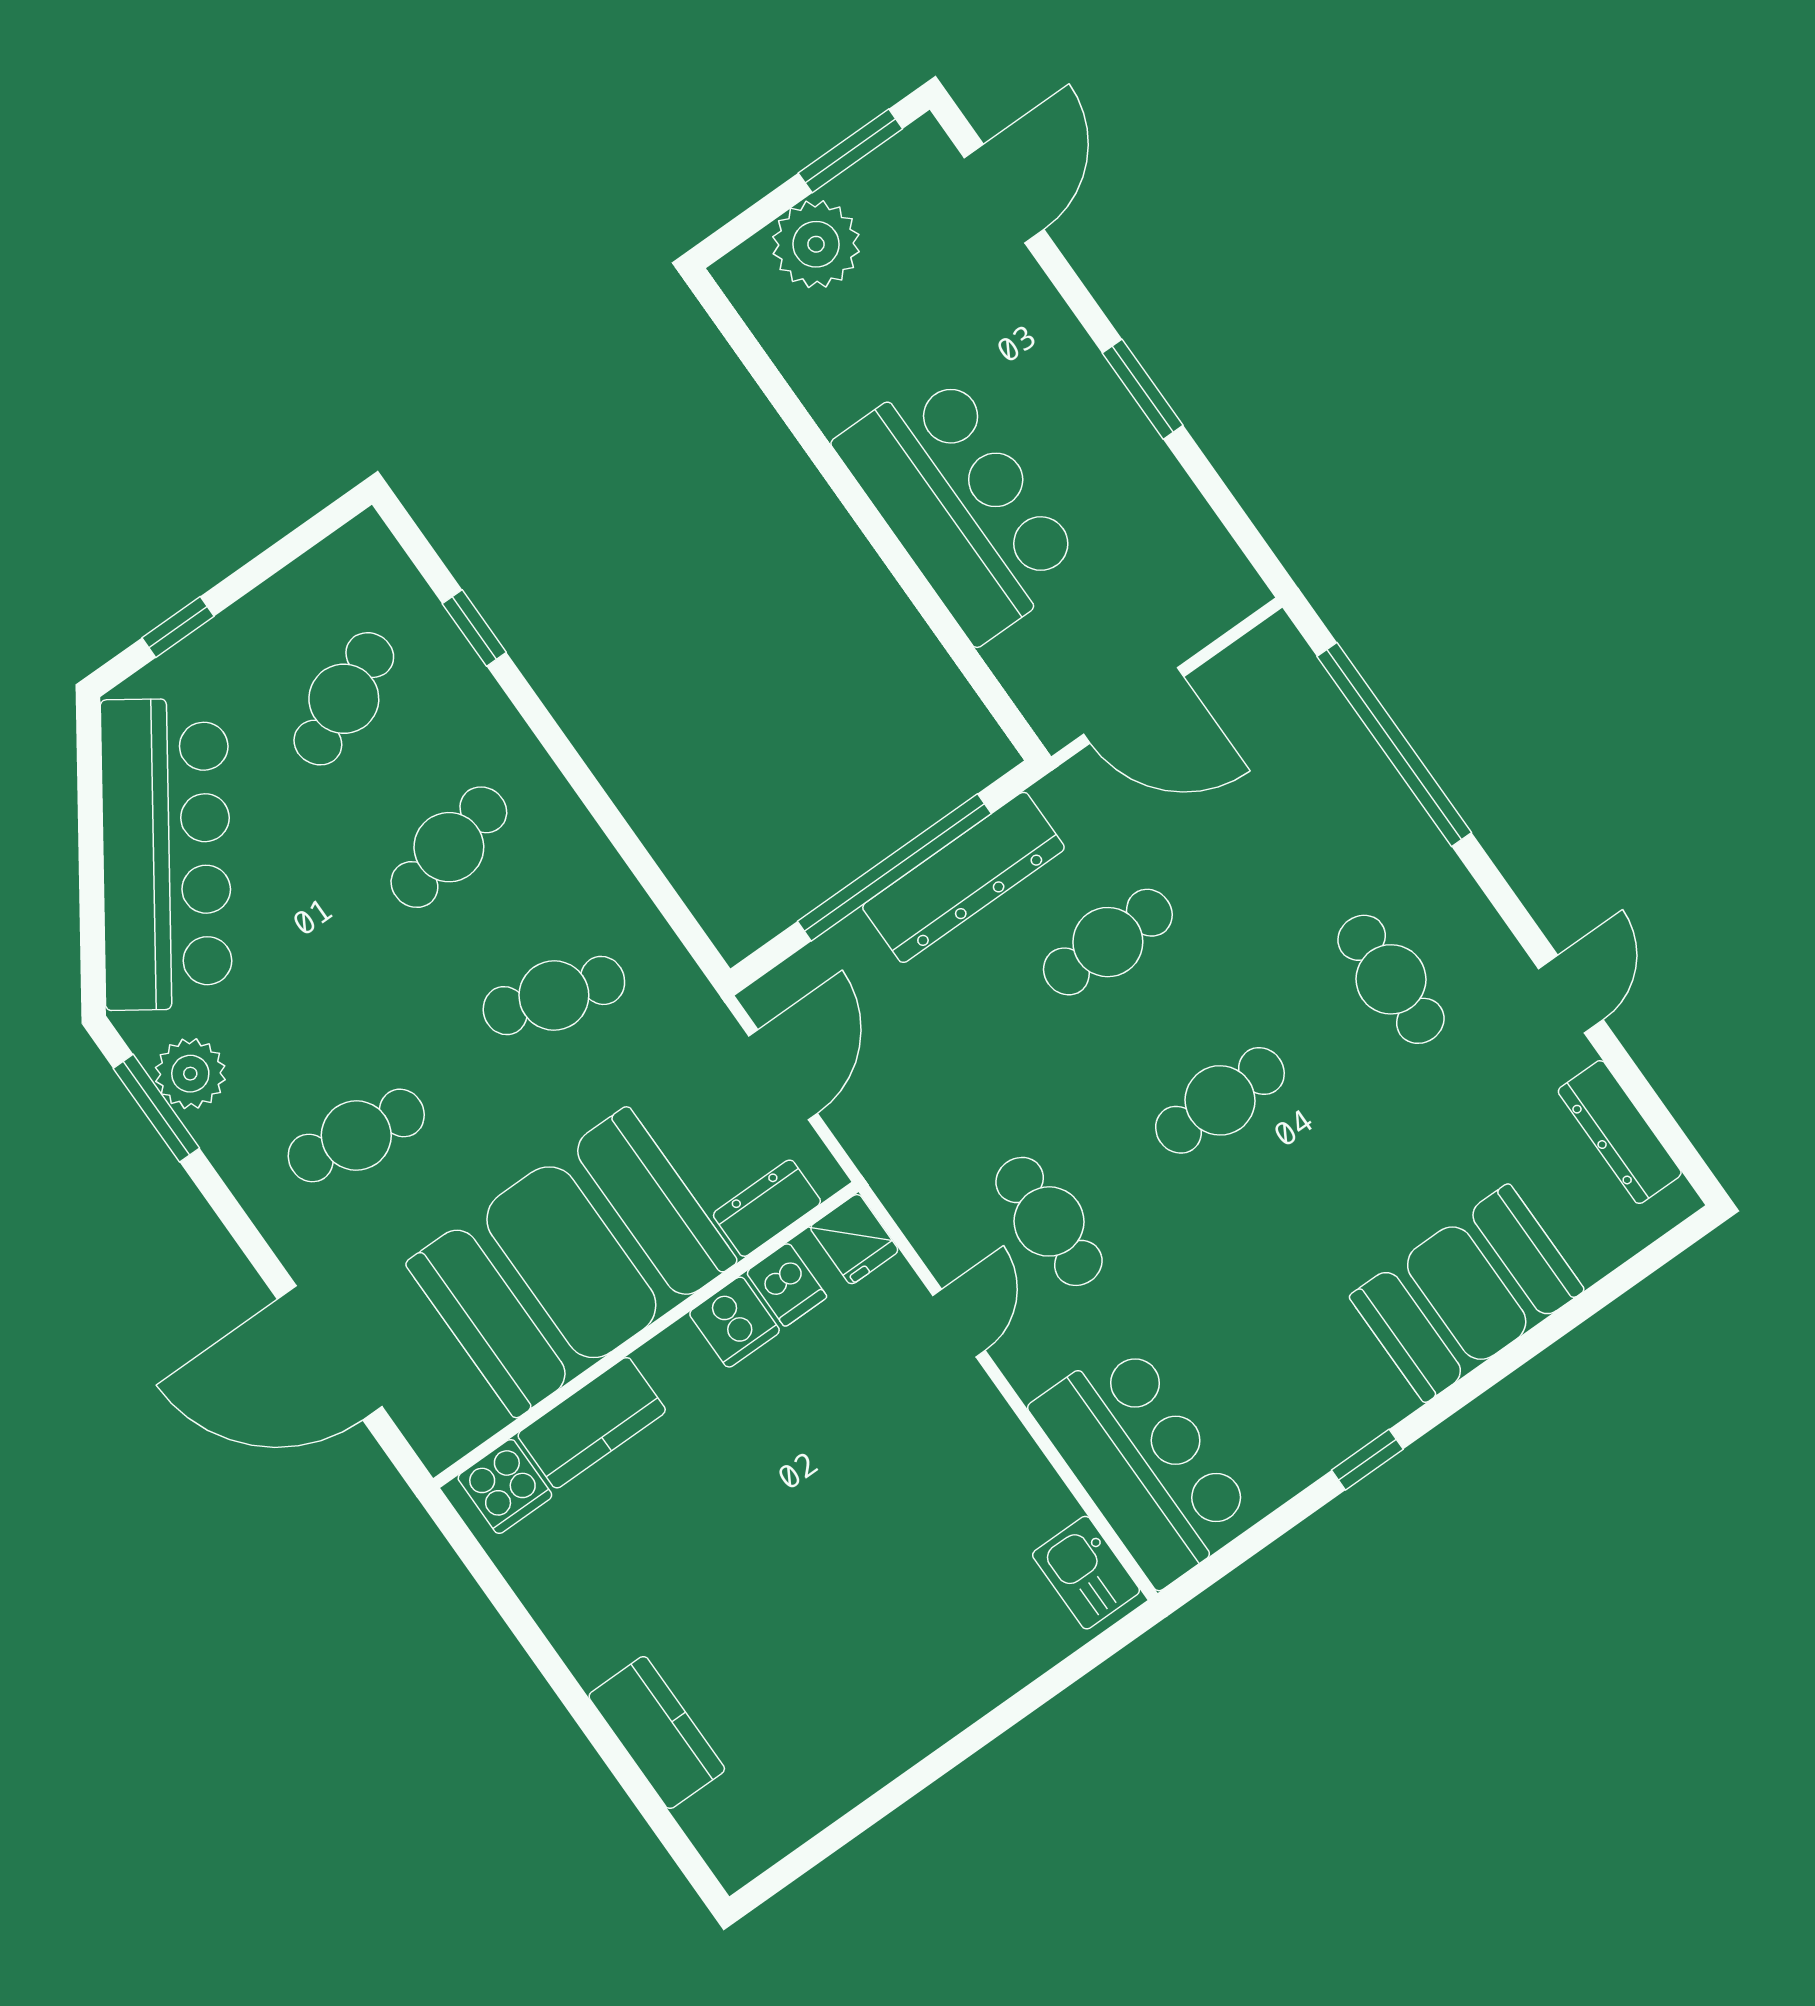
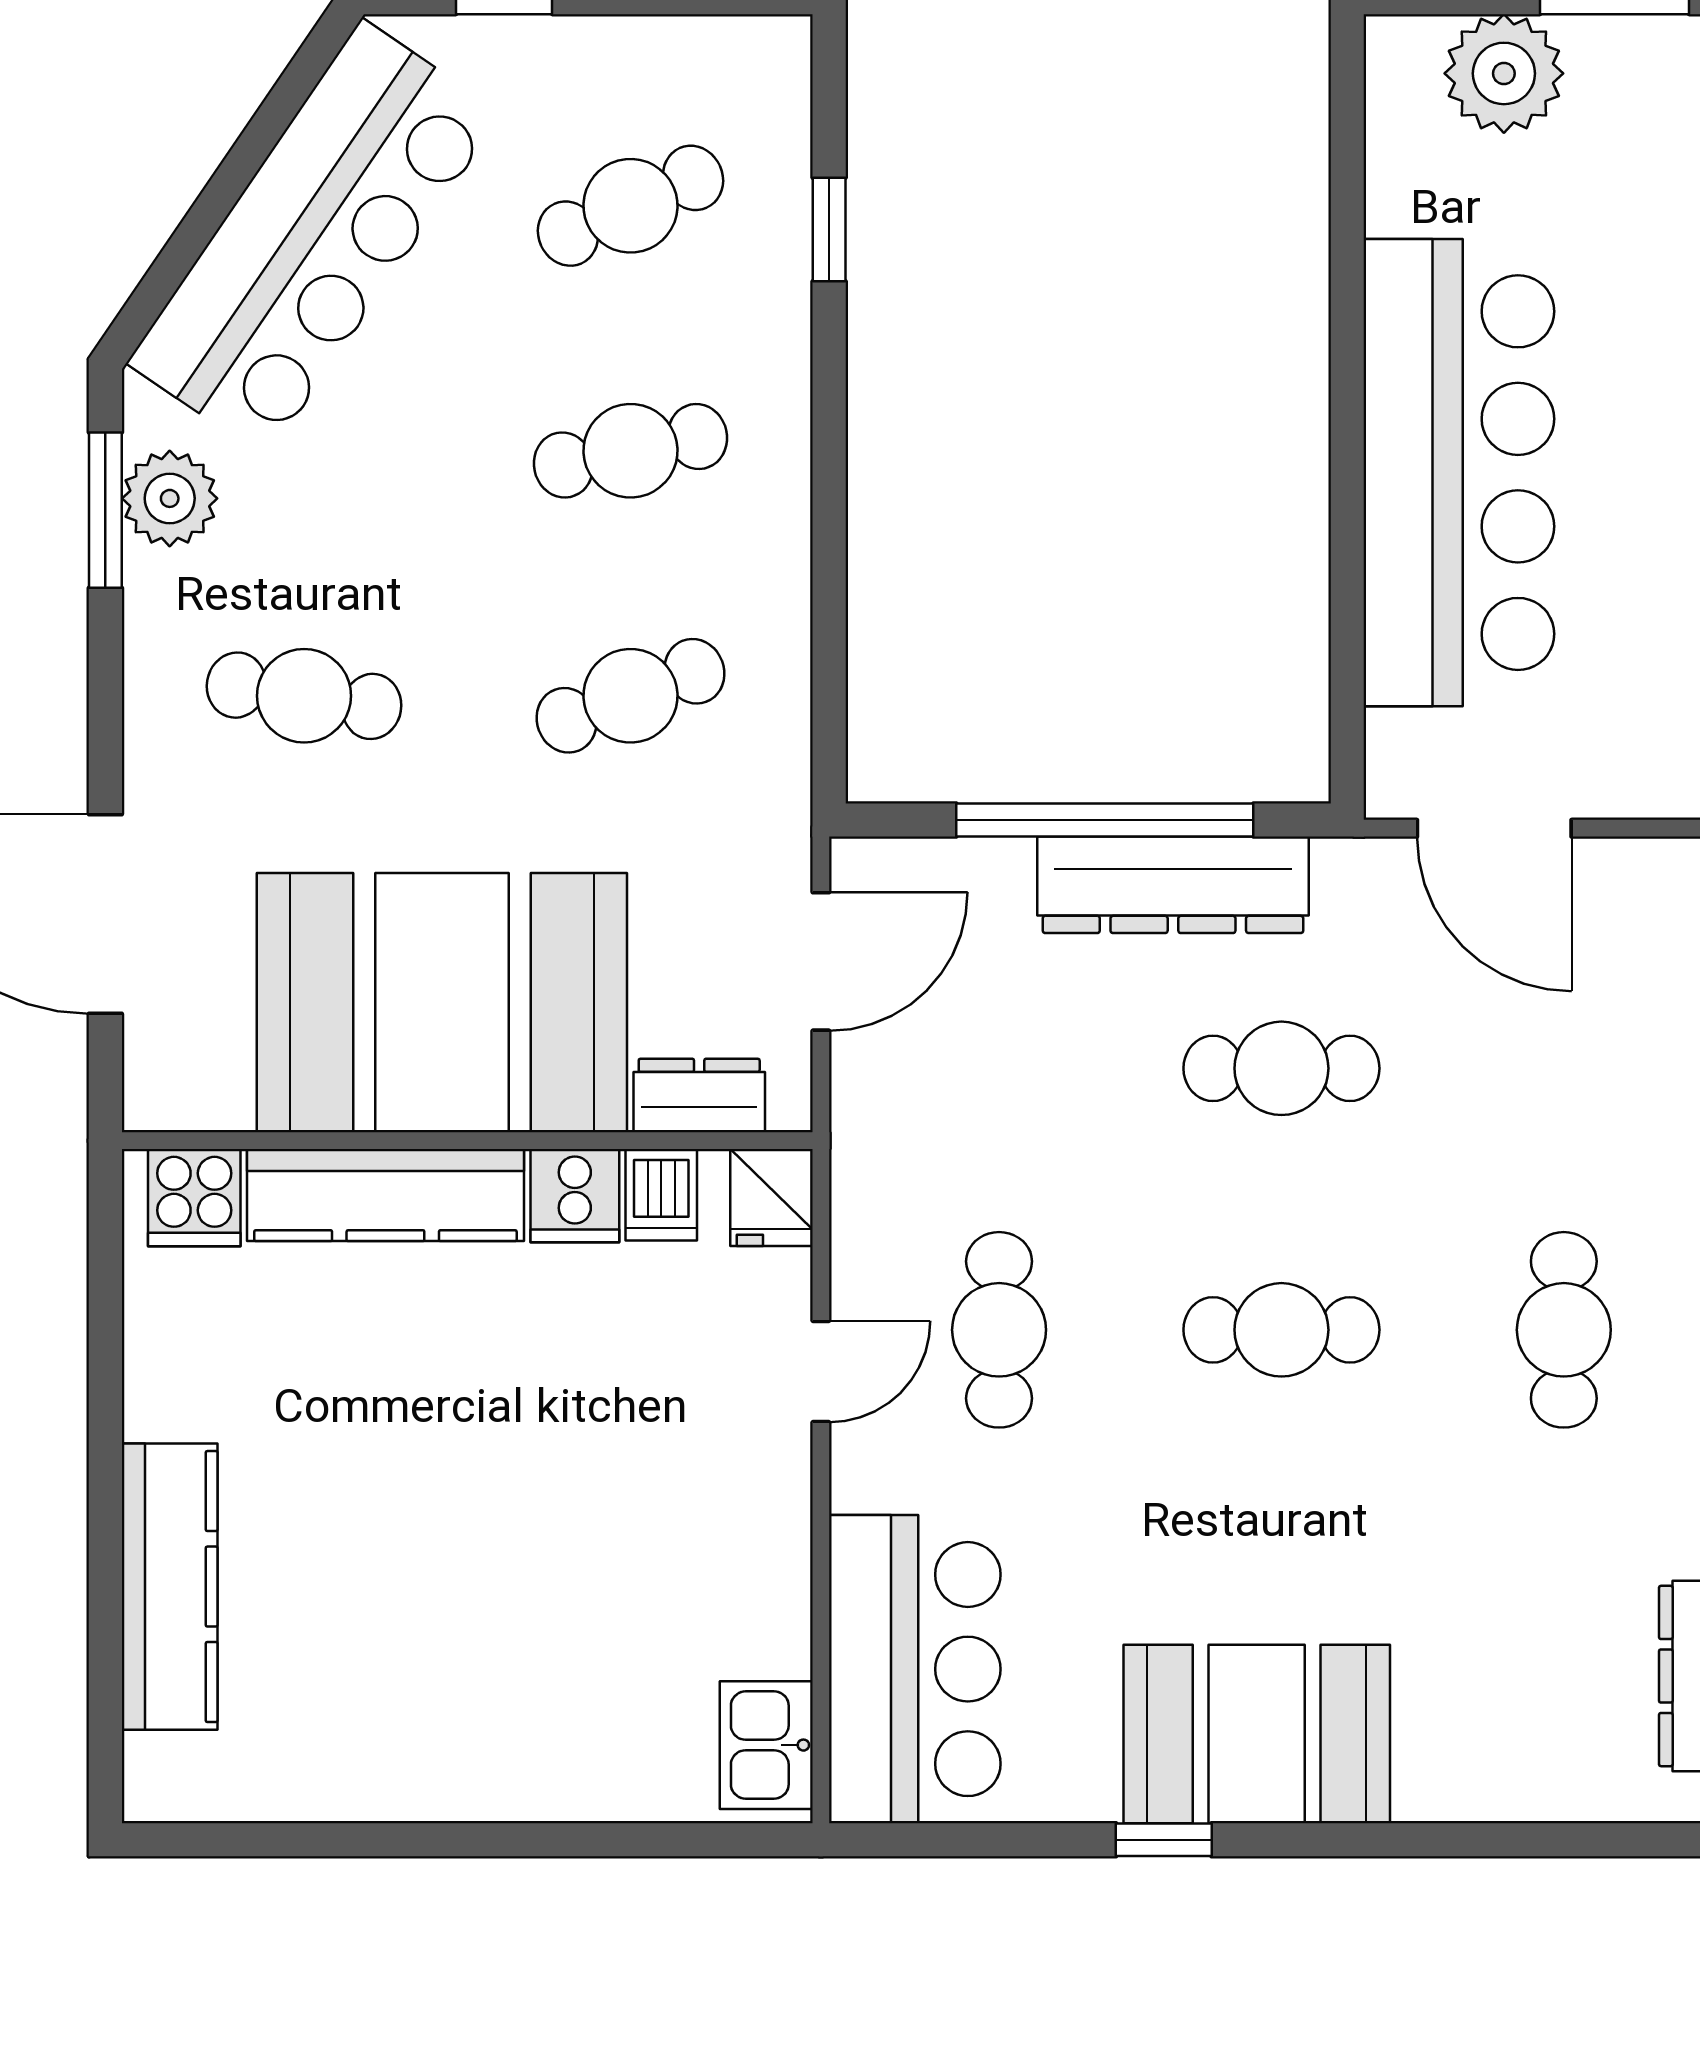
bar counter: (960, 505) -> (1459, 473), width x1.36
cafe table: (554, 996) -> (630, 696), turned -39
booth: (1467, 1293) -> (1257, 1734), moved
kitchen counter: (592, 1423) -> (385, 1195), width x1.50
kitchen counter: (657, 1733) -> (170, 1587), width x1.50

